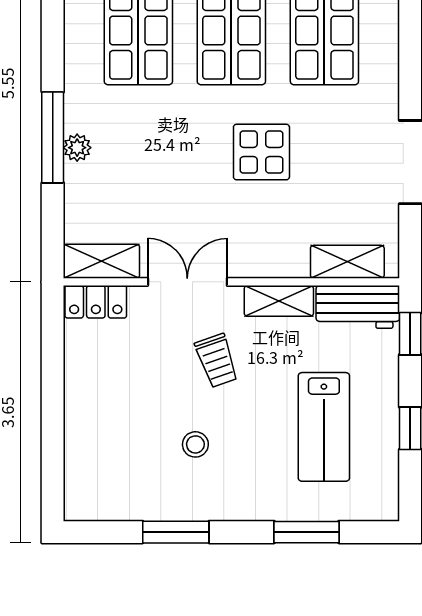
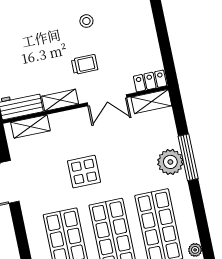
plant: (77, 148) -> (170, 162), width x1.88, depth x1.88
trolley: (217, 361) -> (85, 64), turned 109
lab bench: (324, 427) -> (25, 43), removed

